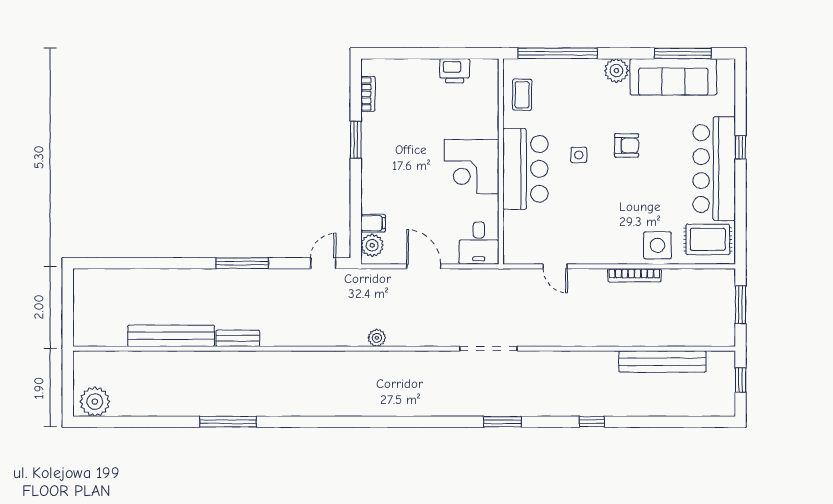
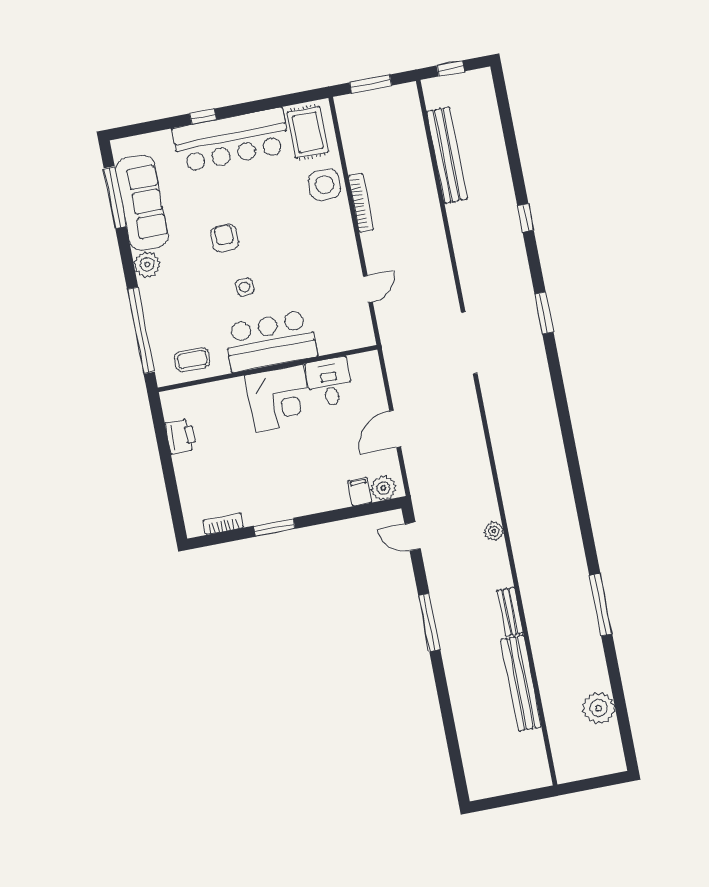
desk: (479, 243) -> (329, 382), moved, turned -90
plant: (377, 338) -> (494, 531), moved
plant: (95, 402) -> (599, 708), moved

